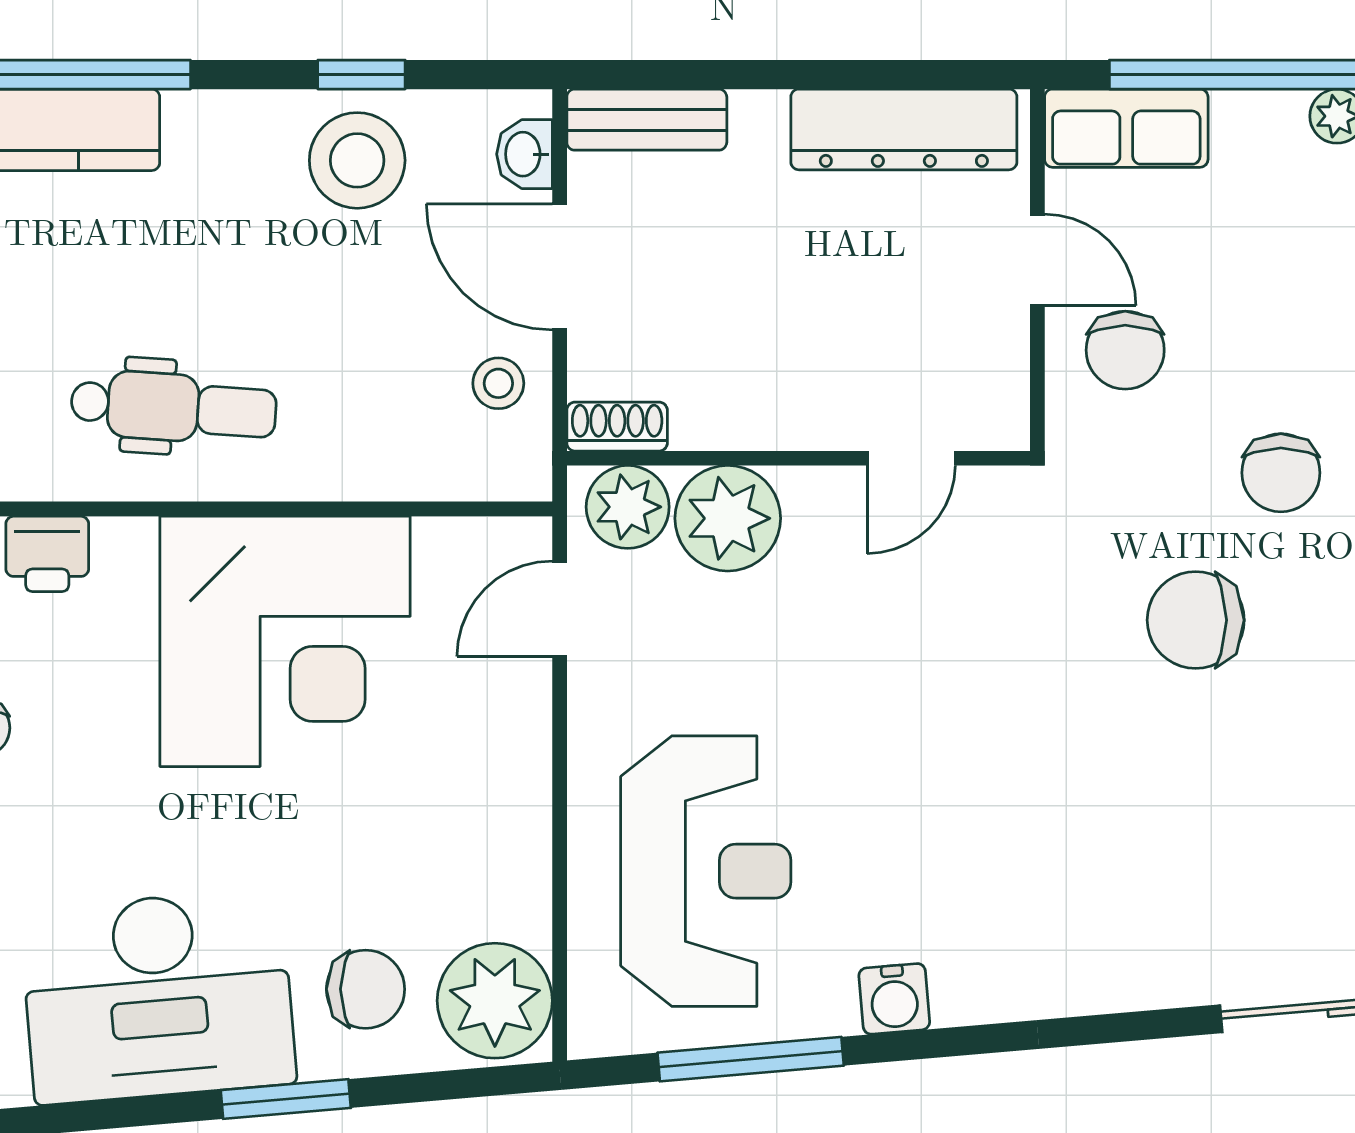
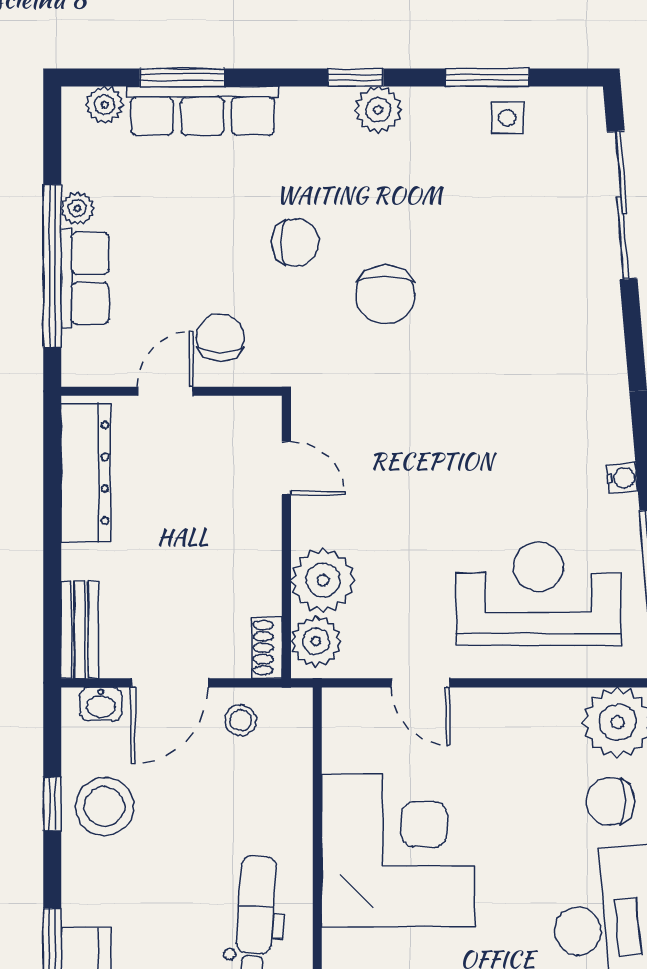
row of seats: (1126, 128) -> (85, 278), moved
chair: (1125, 350) -> (220, 338), turned -90
door: (560, 609) -> (421, 683), moved
chair: (366, 989) -> (610, 801), turned -90
water cooler: (894, 999) -> (622, 478), width x0.72, depth x0.72

